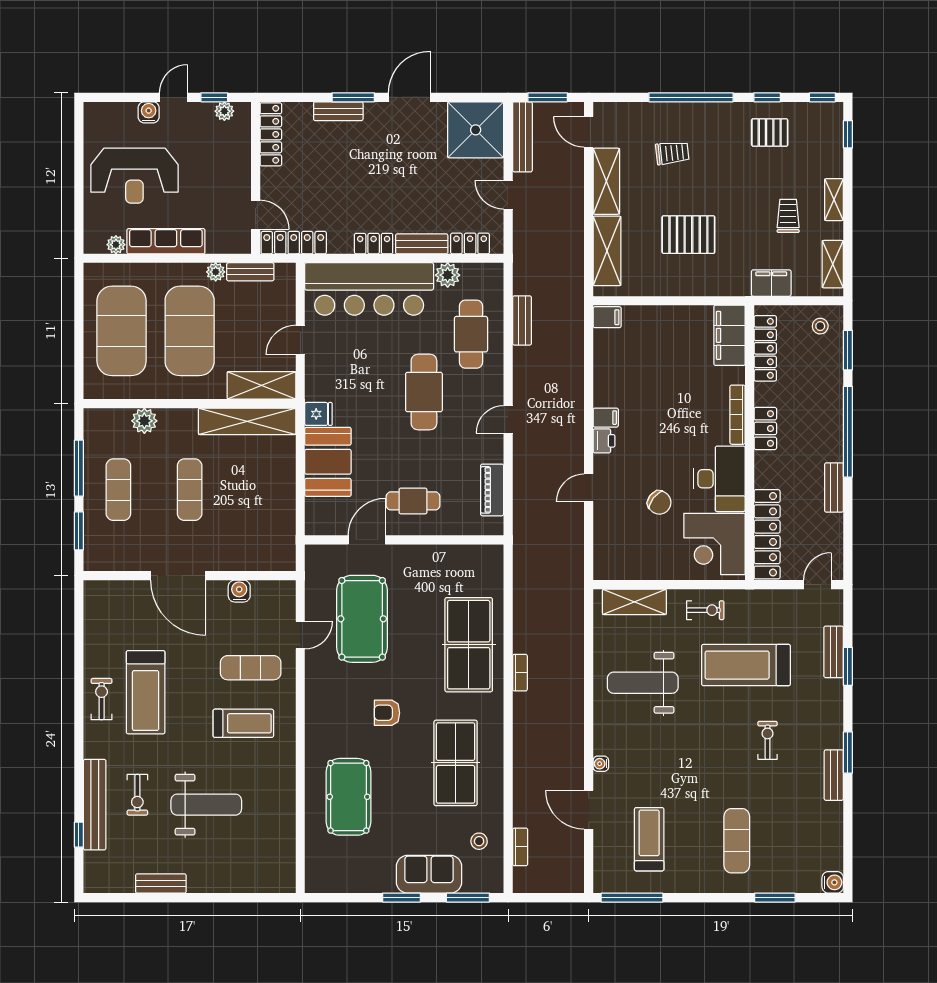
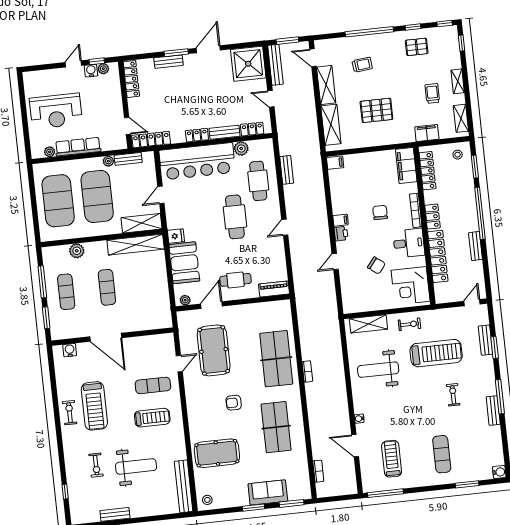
water cooler: (149, 112) -> (91, 71), moved
chair: (676, 412) -> (380, 212), added
desk: (719, 479) -> (409, 243), width x0.73
piano: (492, 490) -> (274, 289), moved, turned 90
plant: (322, 527) -> (185, 300), added
locker: (767, 534) -> (438, 256), moved
water cooler: (239, 591) -> (70, 350), moved
treadmill: (746, 665) -> (436, 353), turned 180
window: (848, 752) -> (500, 397), width x1.44
pool table: (348, 797) -> (217, 453), turned 90
bench: (95, 805) -> (184, 486), moved
stool: (479, 841) -> (207, 500), moved

